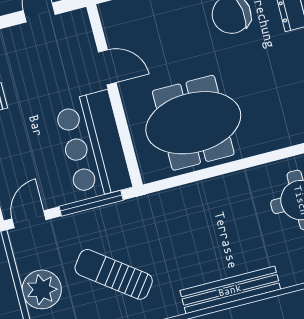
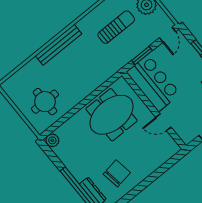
window: (91, 203) -> (142, 55), width x0.69
sun lounger: (114, 274) -> (116, 27), turned -37

